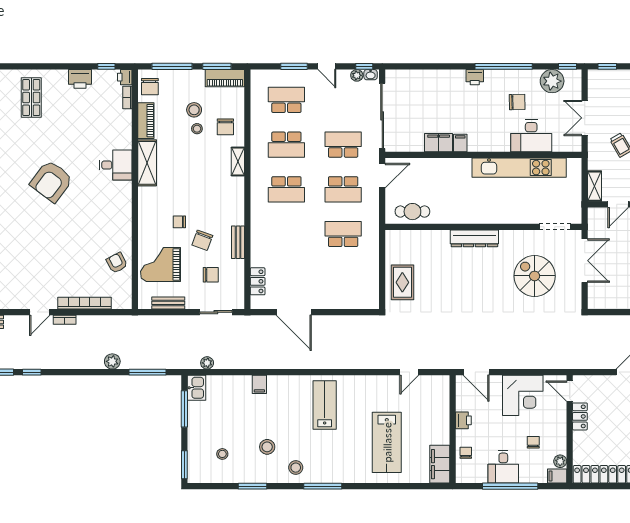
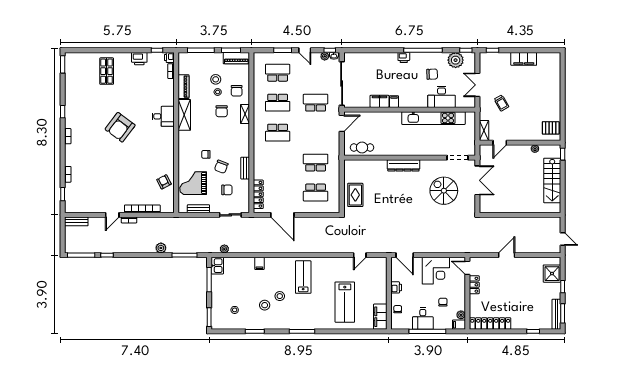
chair: (150, 87) -> (222, 111), moved
school desk: (343, 189) -> (316, 193), moved
locker: (258, 281) -> (258, 194), width x1.53
stool: (296, 468) -> (280, 296), moved

